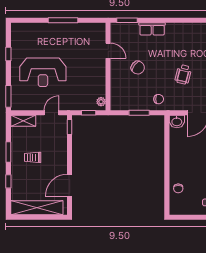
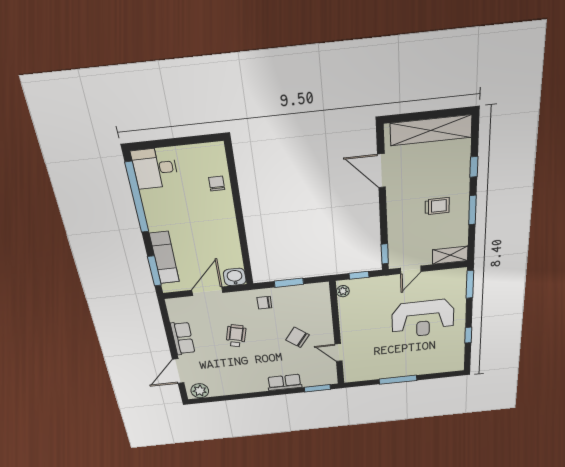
reception desk: (43, 72) -> (423, 319), turned 180
door: (70, 185) -> (382, 171), swing flipped

